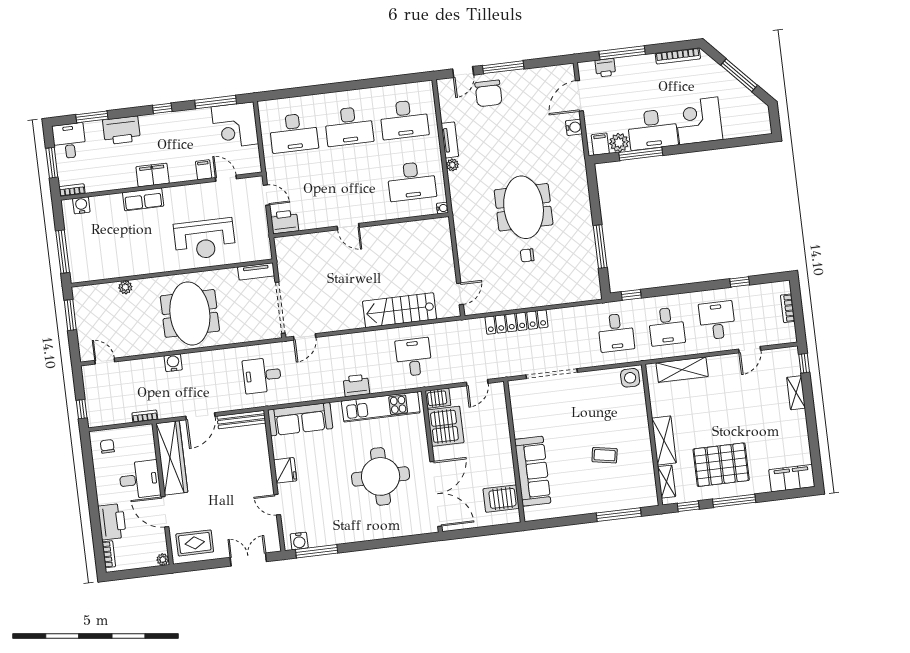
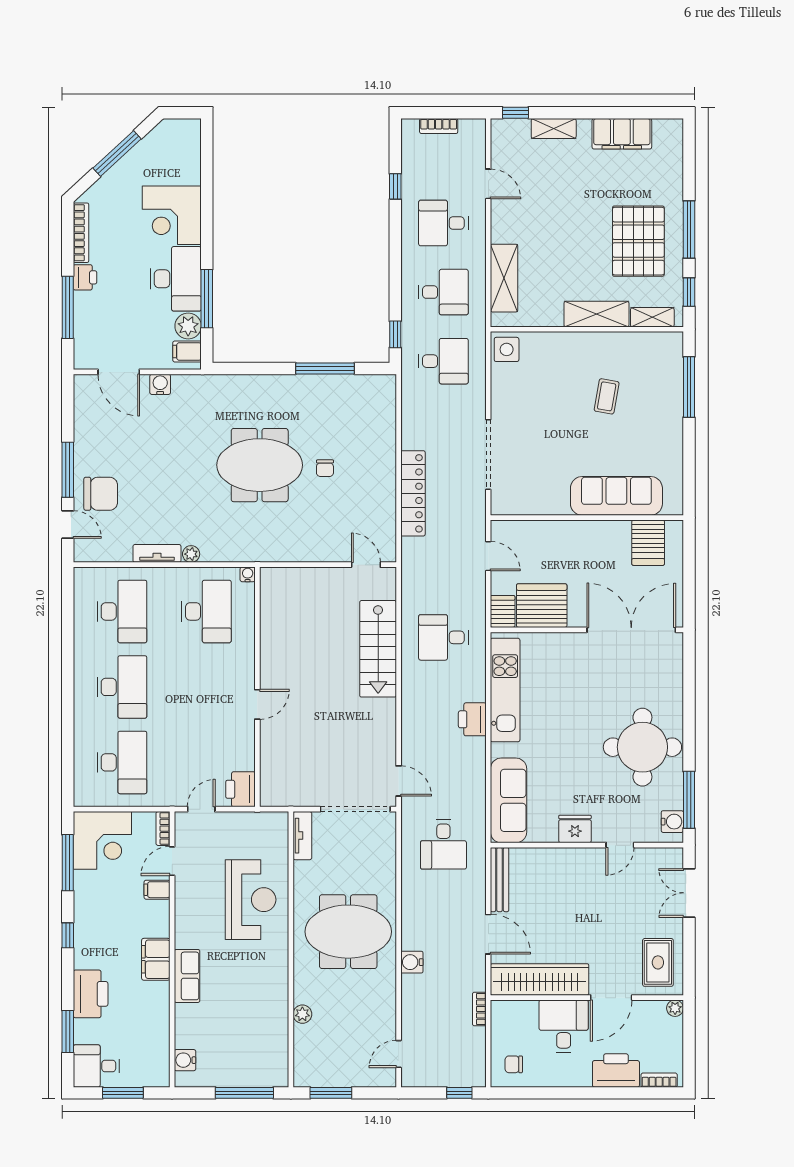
printer: (605, 68) -> (85, 277), moved
bookcase: (72, 190) -> (163, 829), moved
round table: (381, 476) -> (642, 747), moved
filing cabinet: (792, 478) -> (622, 134), moved, turned -90

